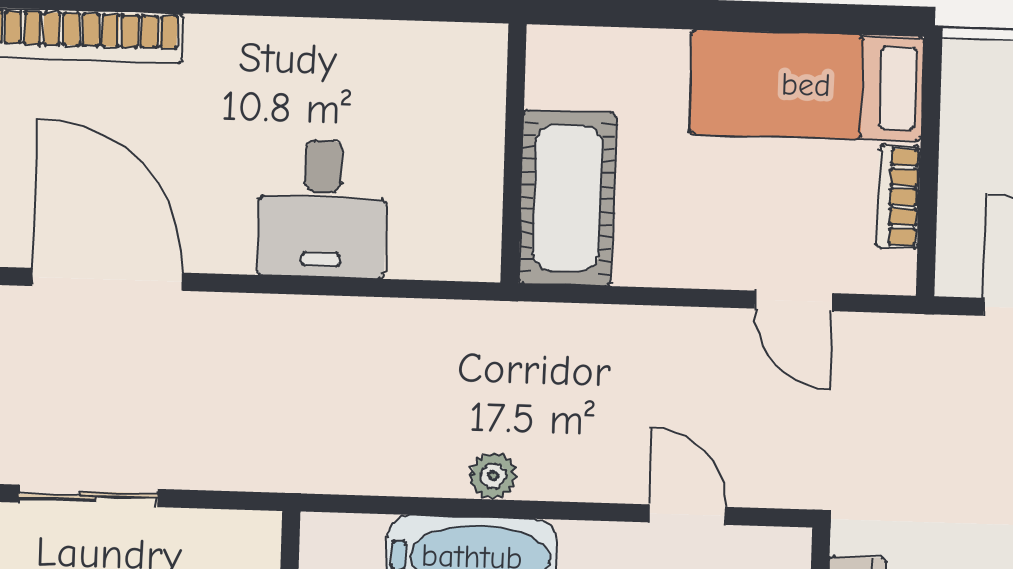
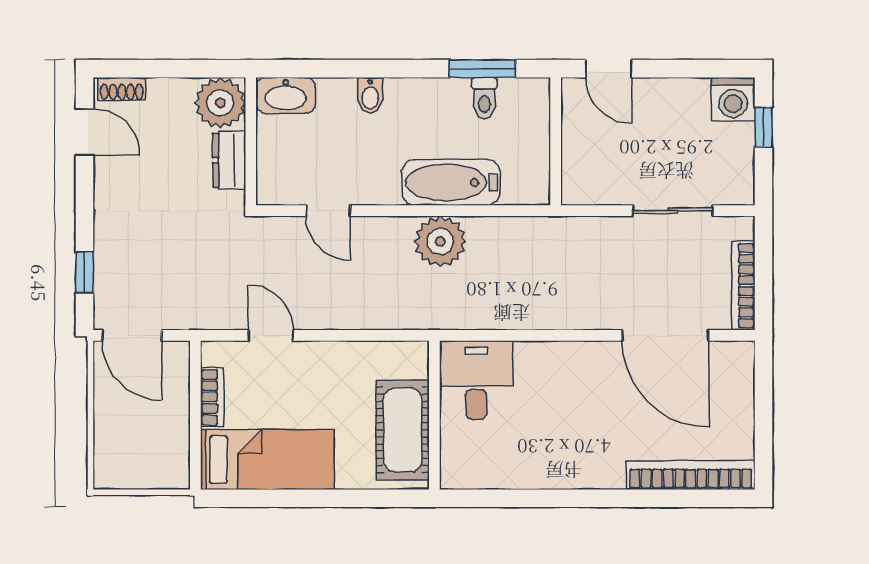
cot: (567, 198) -> (403, 430), moved
desk: (322, 209) -> (476, 380), moved
plant: (493, 476) -> (440, 241), width x1.88, depth x1.88

